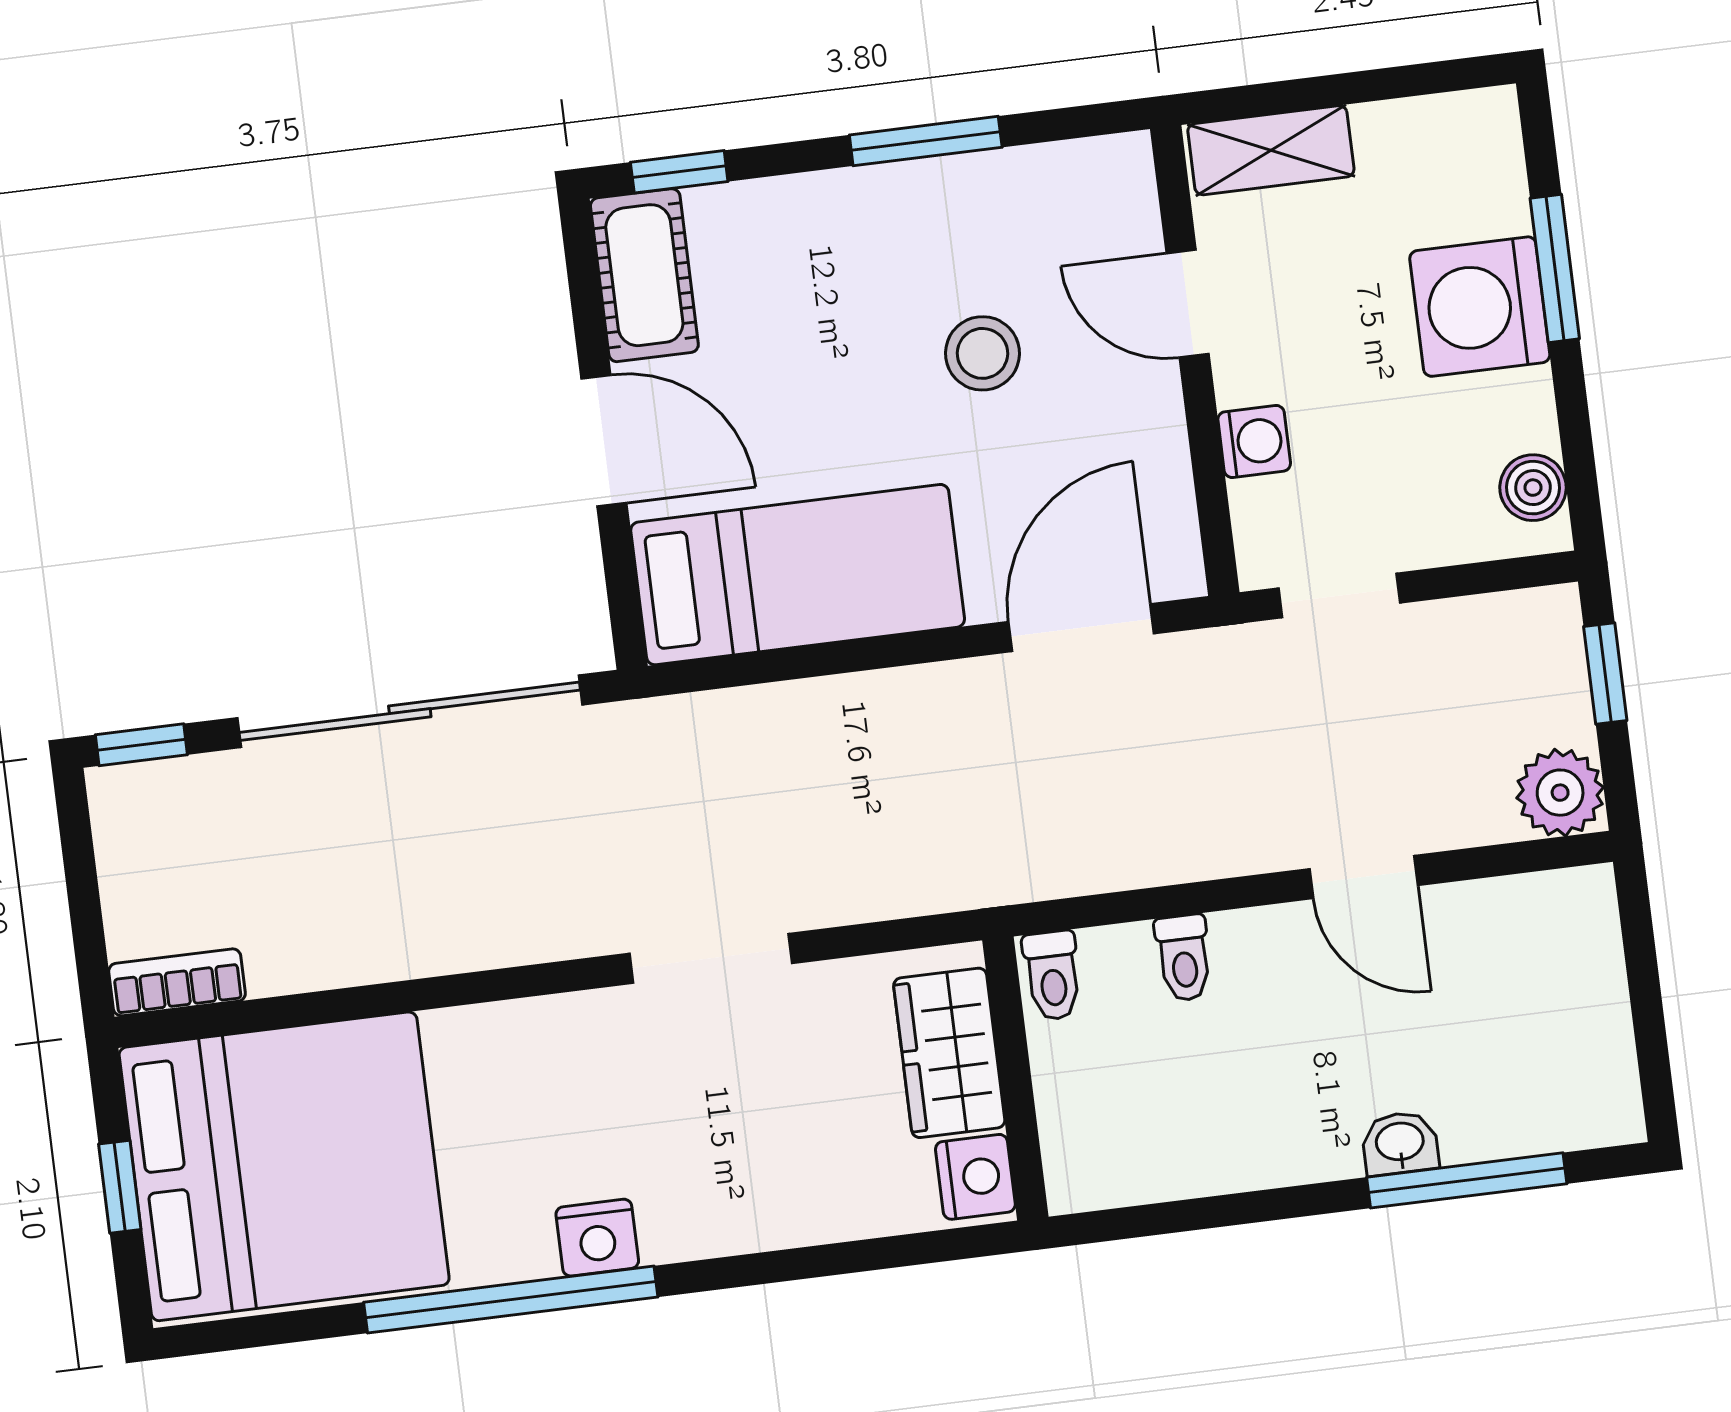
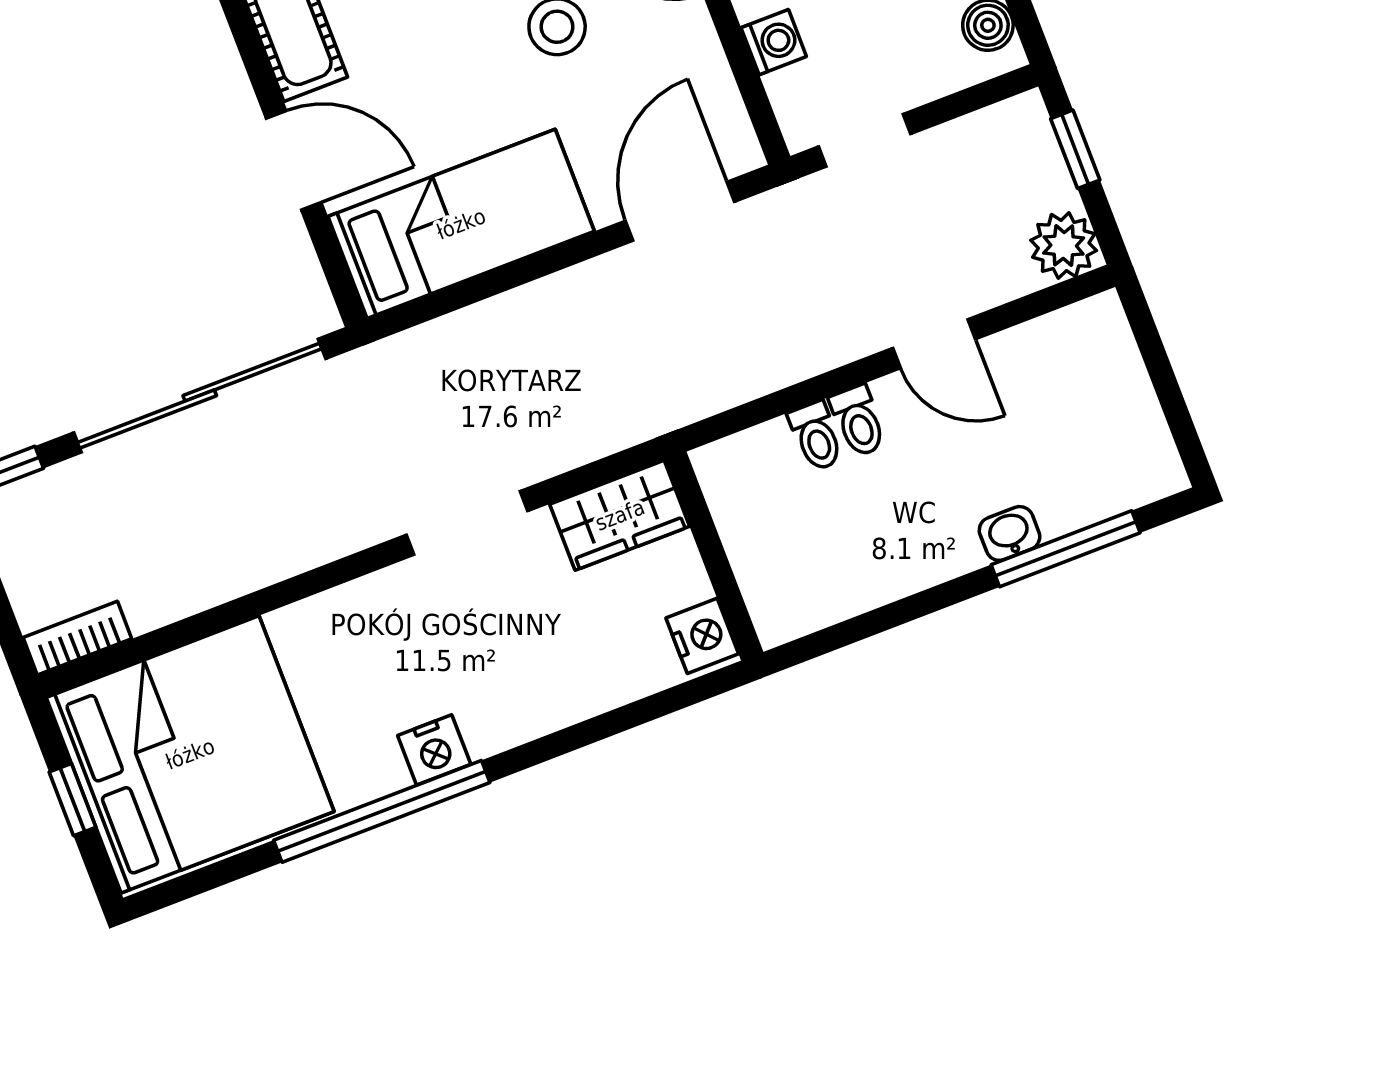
toilet: (1052, 975) -> (858, 421), moved
wardrobe: (949, 1053) -> (620, 515), moved, turned -90

